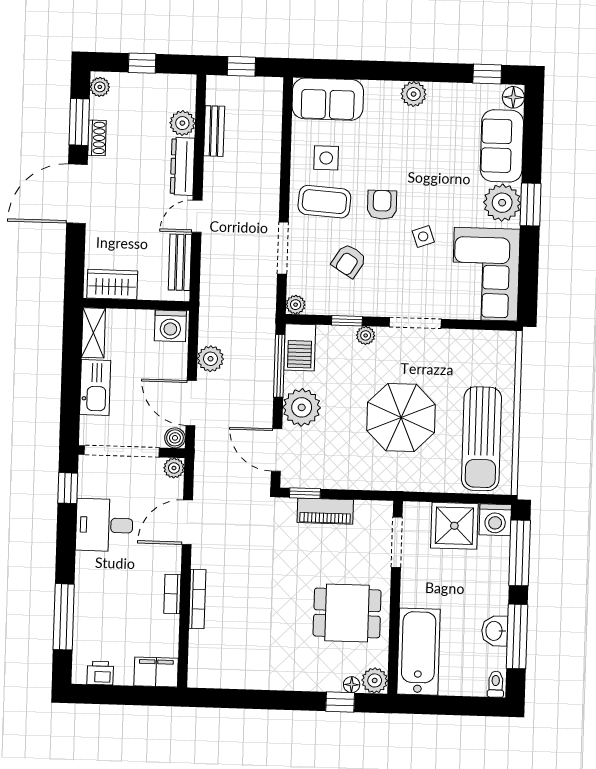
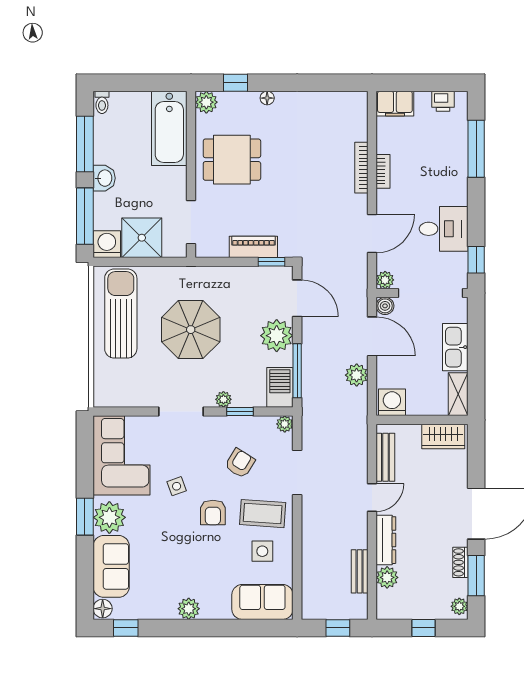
washbasin: (495, 631) -> (104, 178), moved
floor lamp: (352, 685) -> (267, 98), moved

